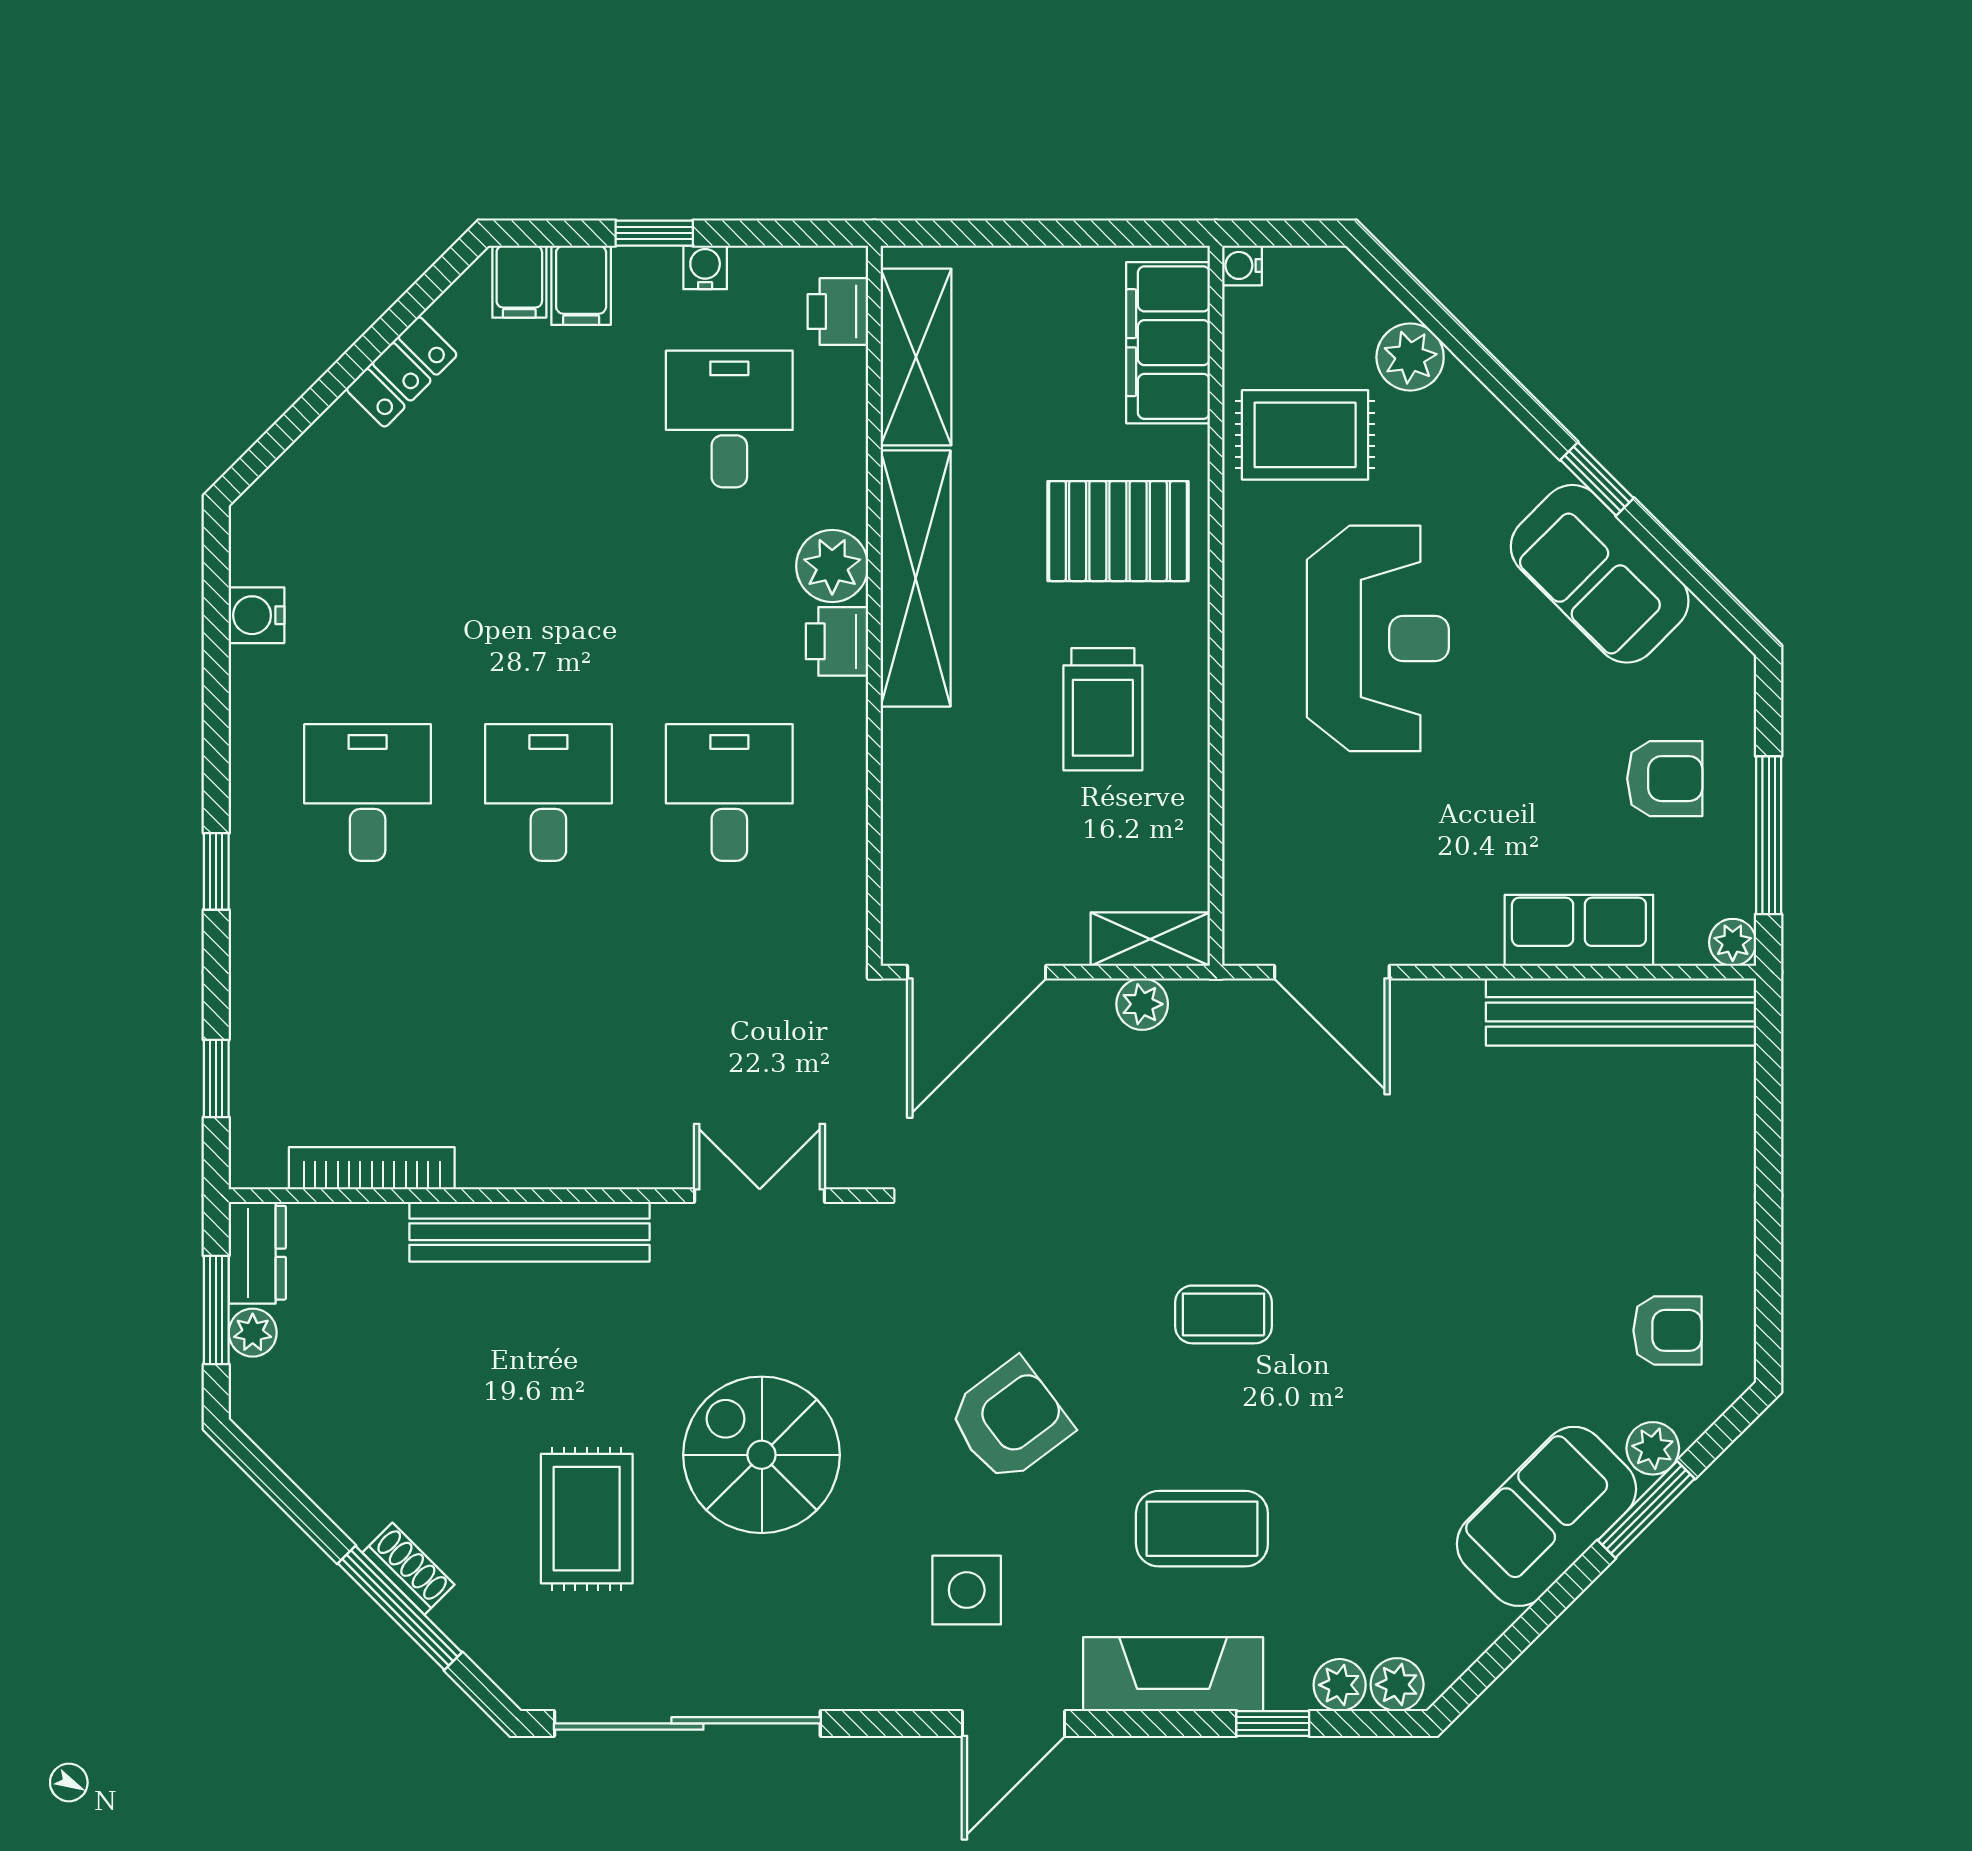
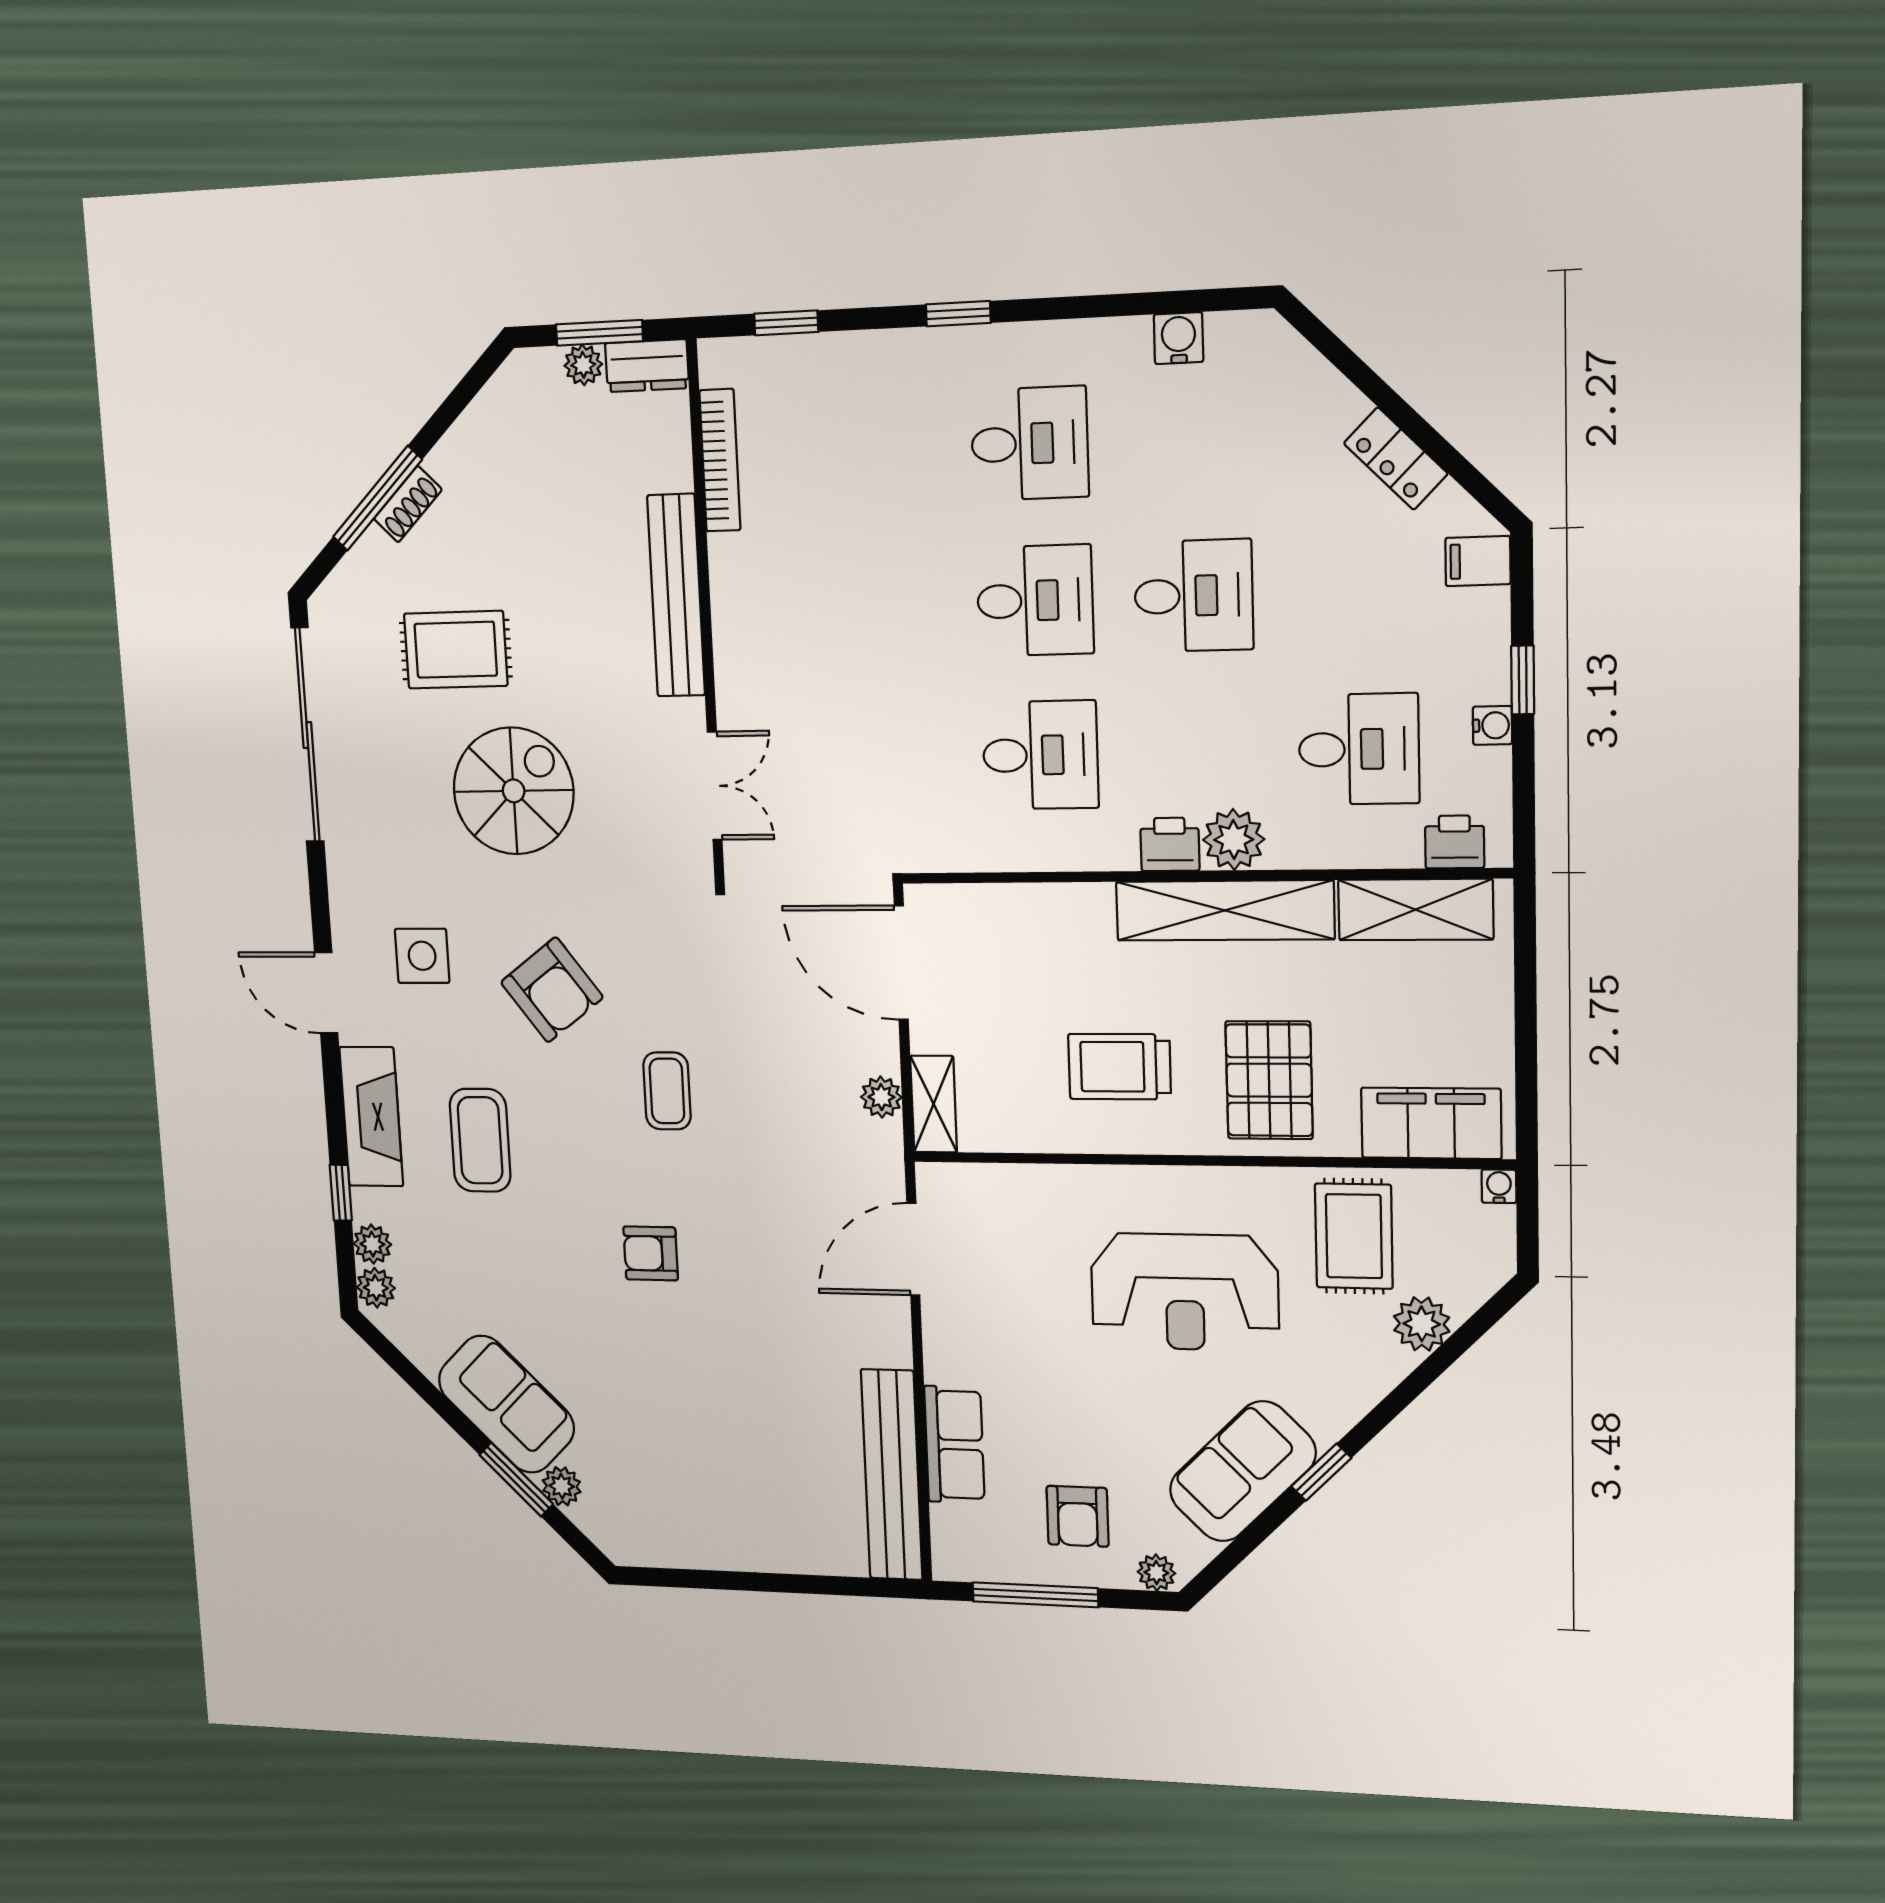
filing cabinet: (581, 285) -> (1475, 616), removed
desk: (548, 606) -> (1194, 596), added
plant: (1733, 942) -> (1156, 1573), moved
coffee table: (1223, 1314) -> (667, 1091), moved
armchair: (1667, 1330) -> (651, 1253), moved, turned 90

